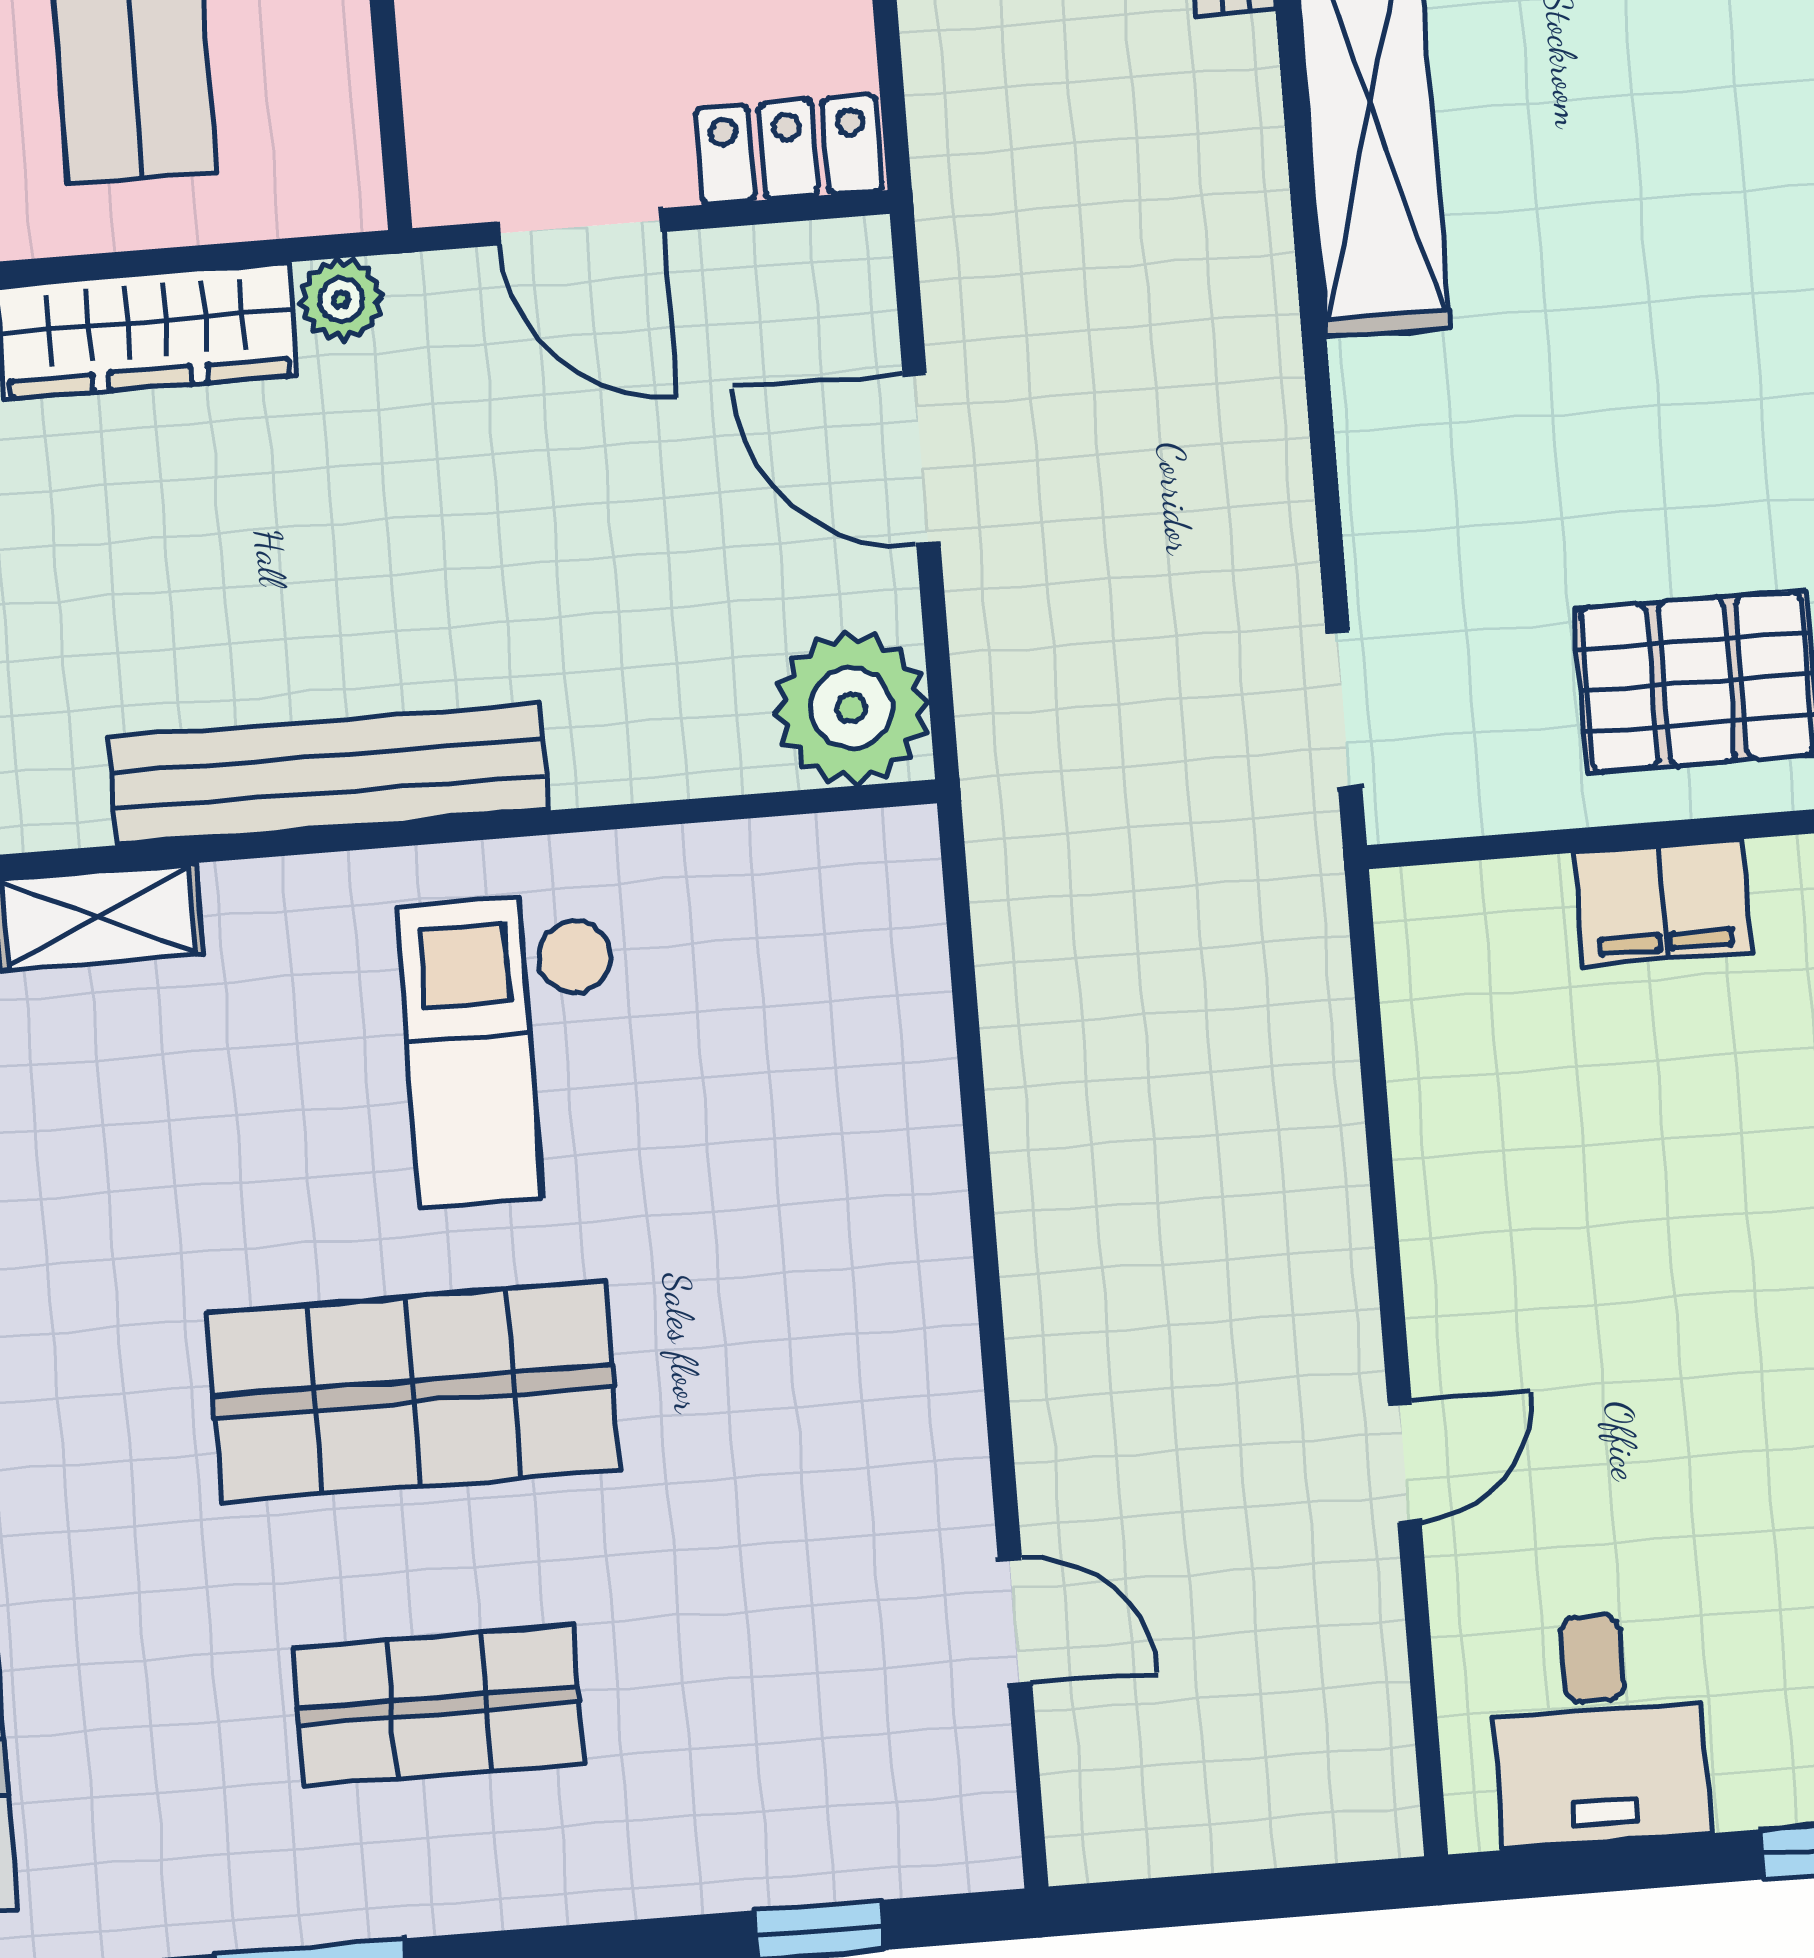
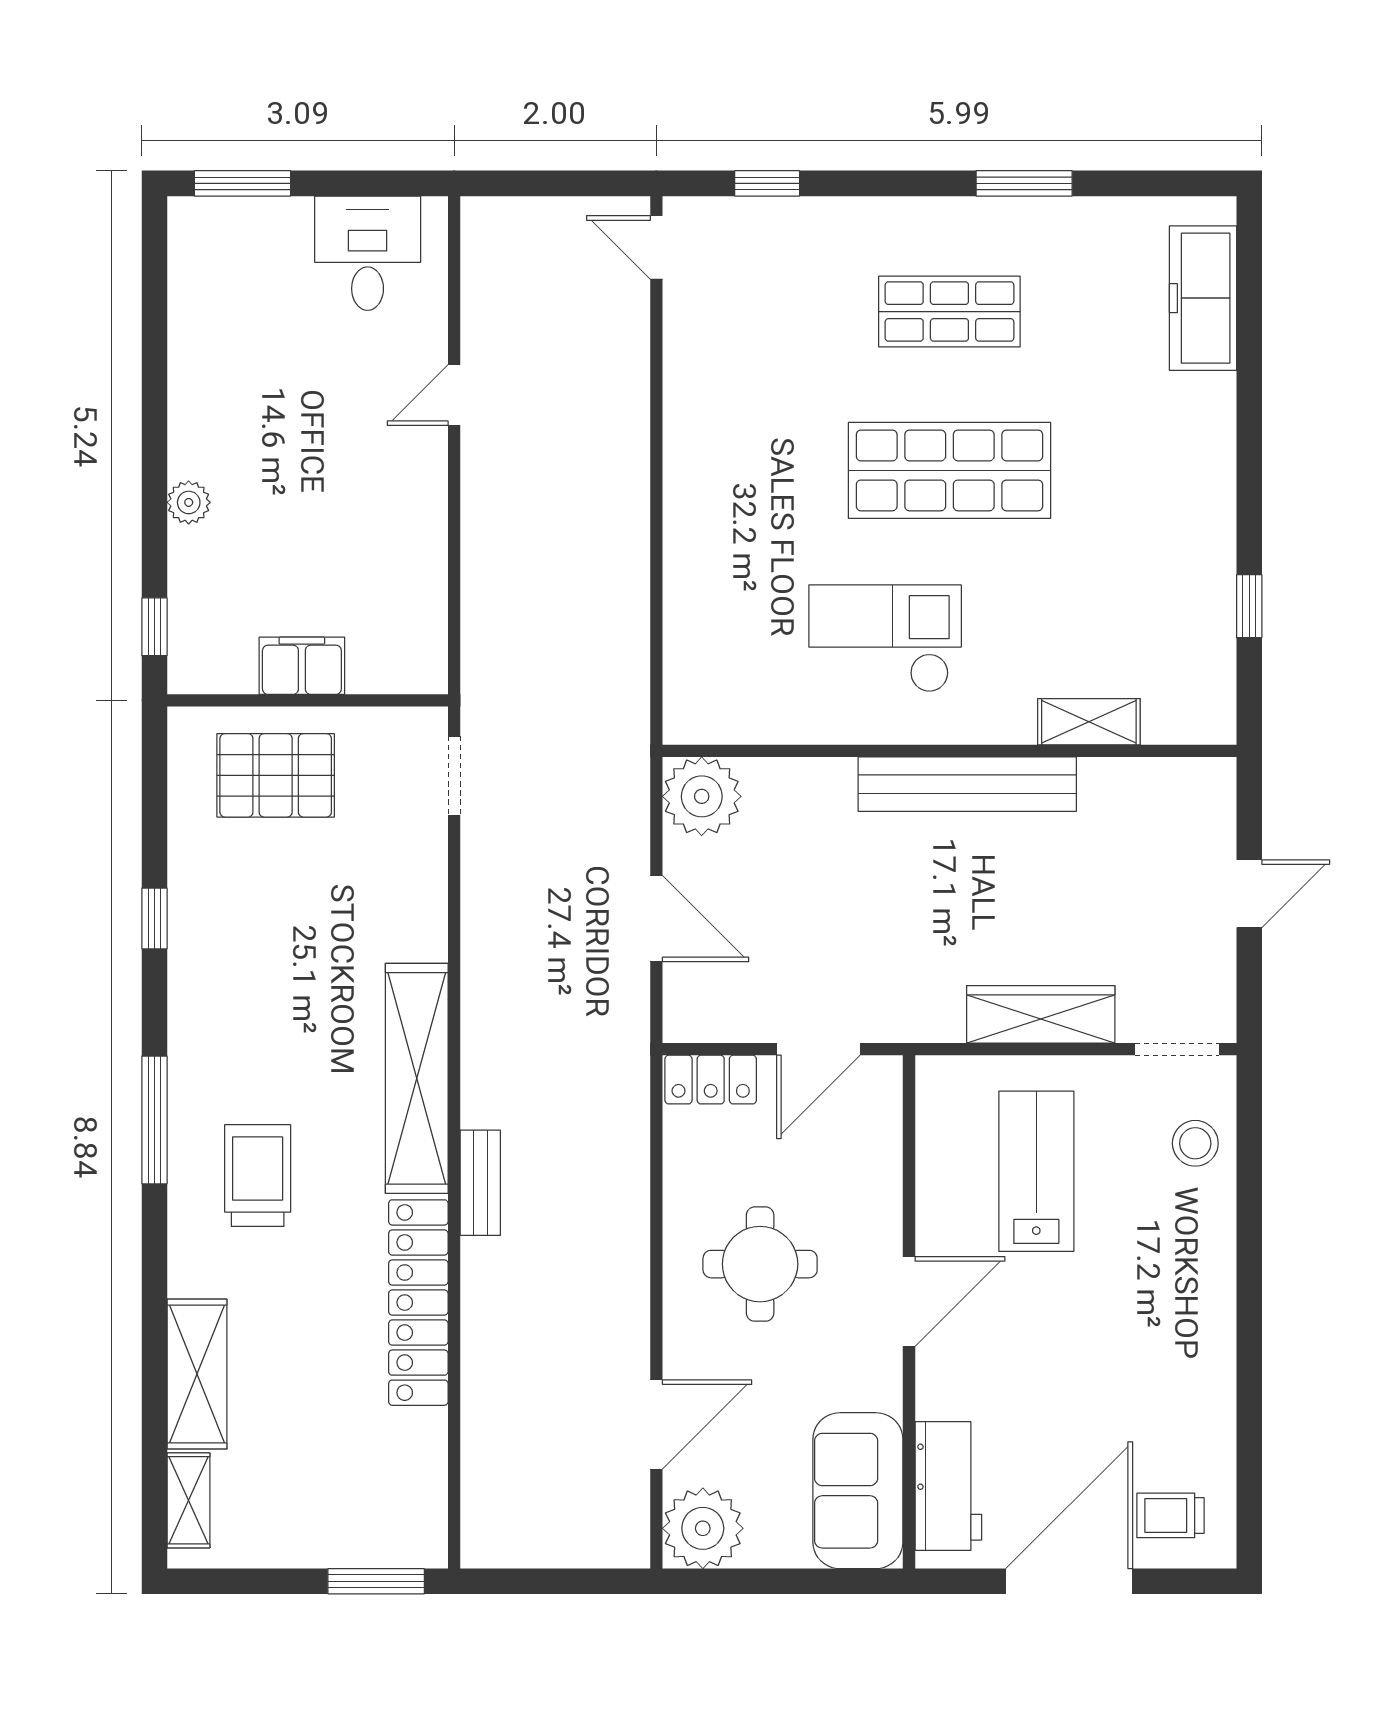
door: (580, 227) -> (818, 1049), swing flipped
plant: (341, 300) -> (942, 1022), removed
checkout: (514, 1049) -> (885, 639), turned -90
door: (1015, 1621) -> (656, 248), moved

